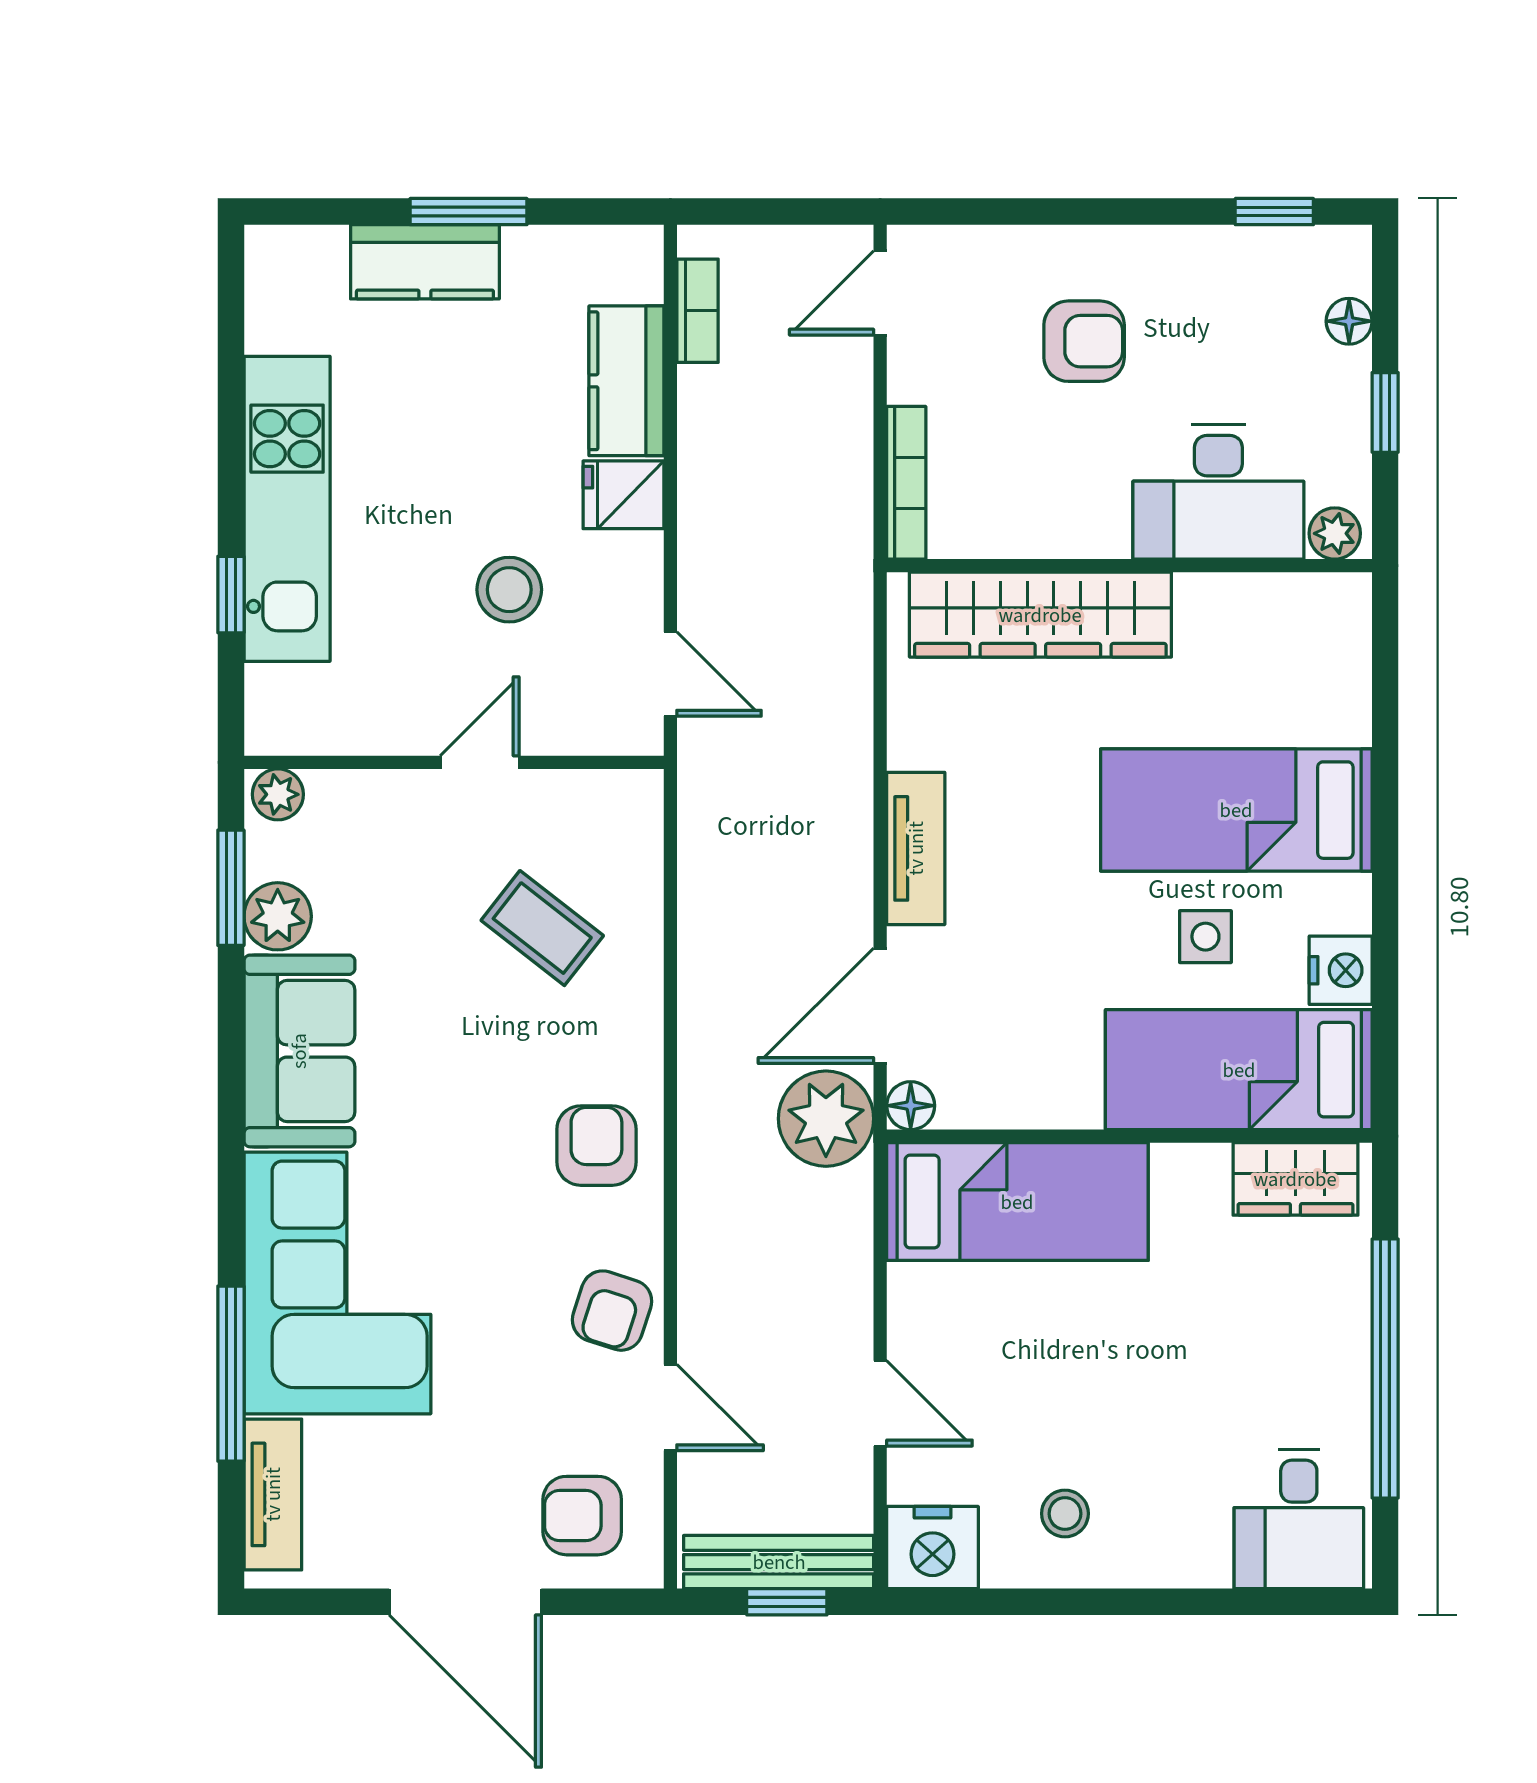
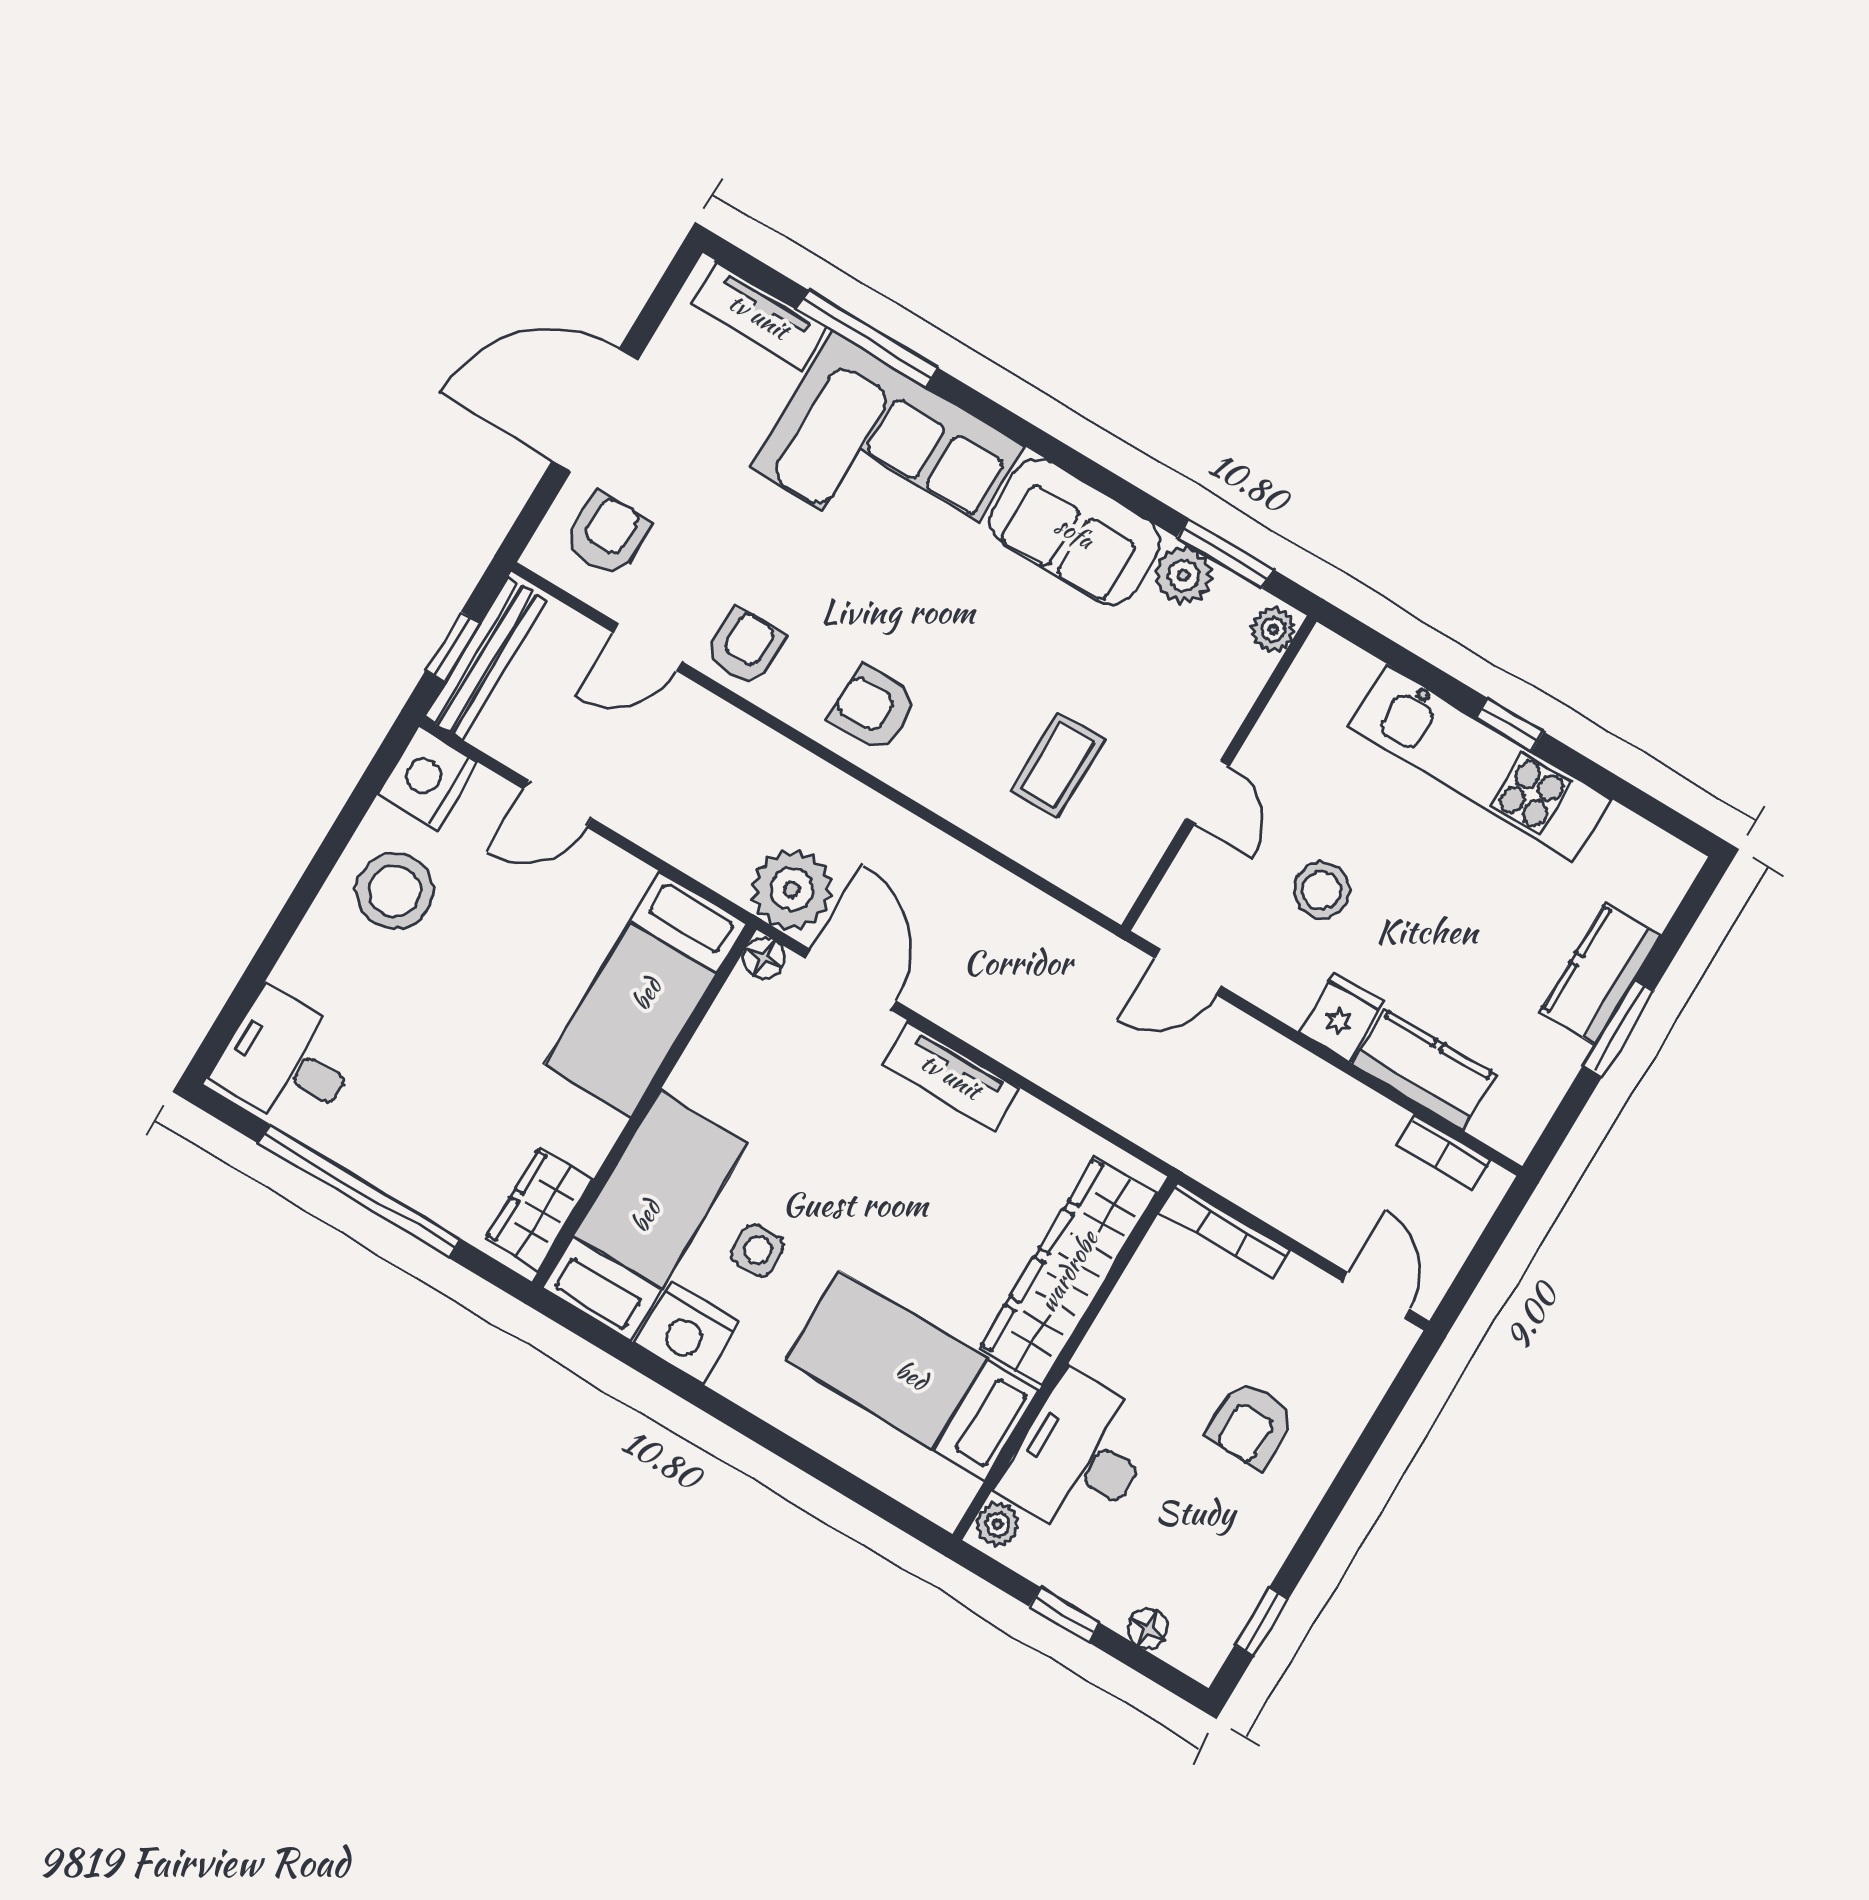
window: (231, 595) -> (1510, 724), moved
bed: (1236, 810) -> (912, 1375), moved, turned -90
coffee table: (542, 928) -> (1058, 765), turned -38
nightstand: (1341, 970) -> (687, 1333), width x1.36, depth x1.33
armchair: (596, 1146) -> (873, 709), turned 180
armchair: (612, 1311) -> (745, 647), turned 72
stool: (1065, 1514) -> (395, 891), width x1.89, depth x1.89

